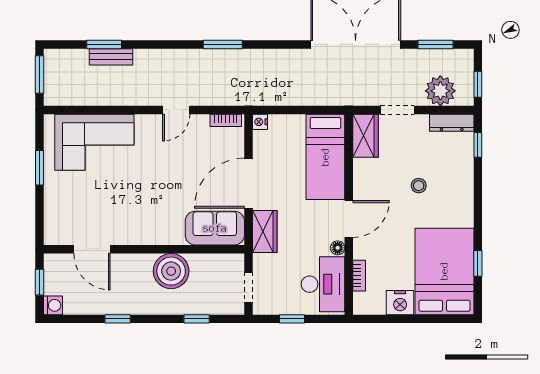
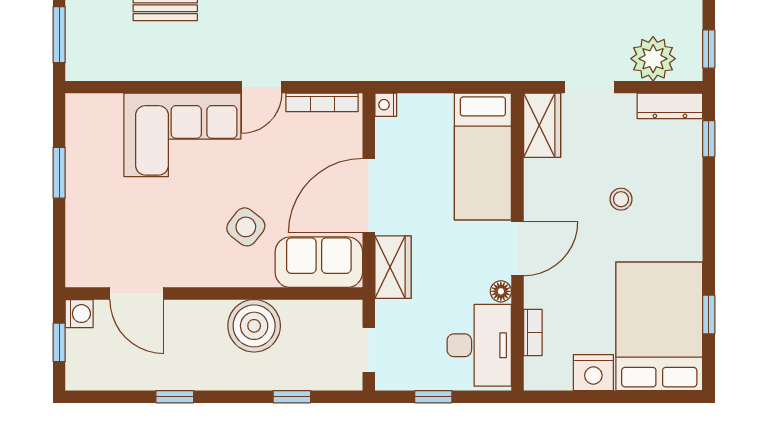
bookcase: (226, 120) -> (322, 102), width x1.56
corner sofa: (94, 142) -> (182, 135), moved
side table: (166, 204) -> (246, 227), added
washing machine: (53, 305) -> (79, 314), moved

